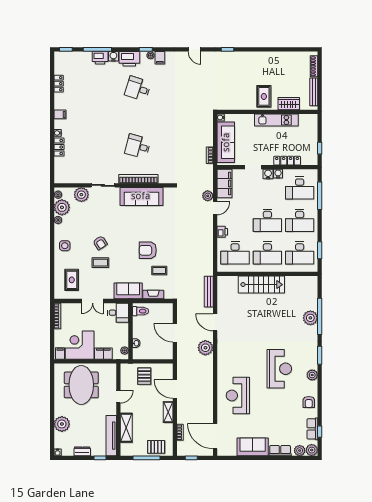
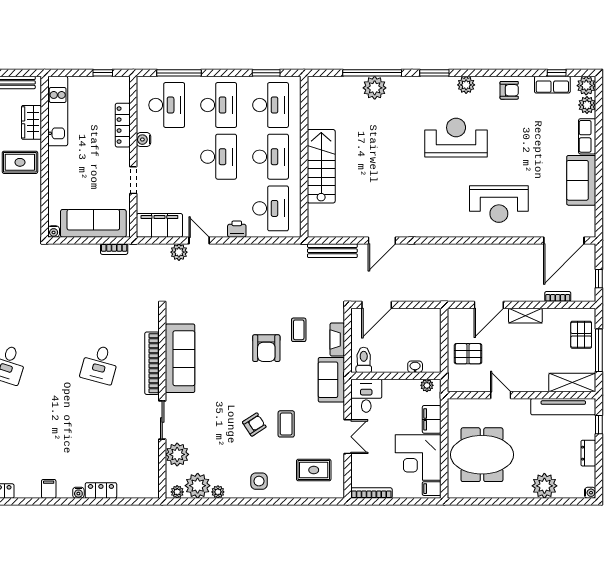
kitchen unit: (276, 120) -> (58, 111), moved
water cooler: (268, 174) -> (144, 156), removed
door: (175, 333) -> (377, 305), moved
plant: (205, 348) -> (422, 256), removed
shelving: (126, 428) -> (572, 383), moved

